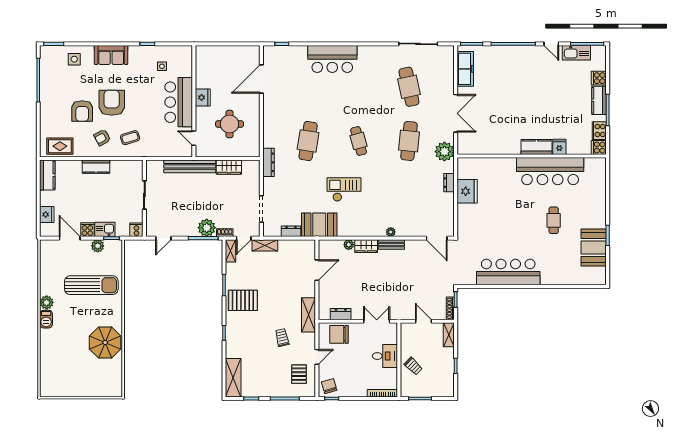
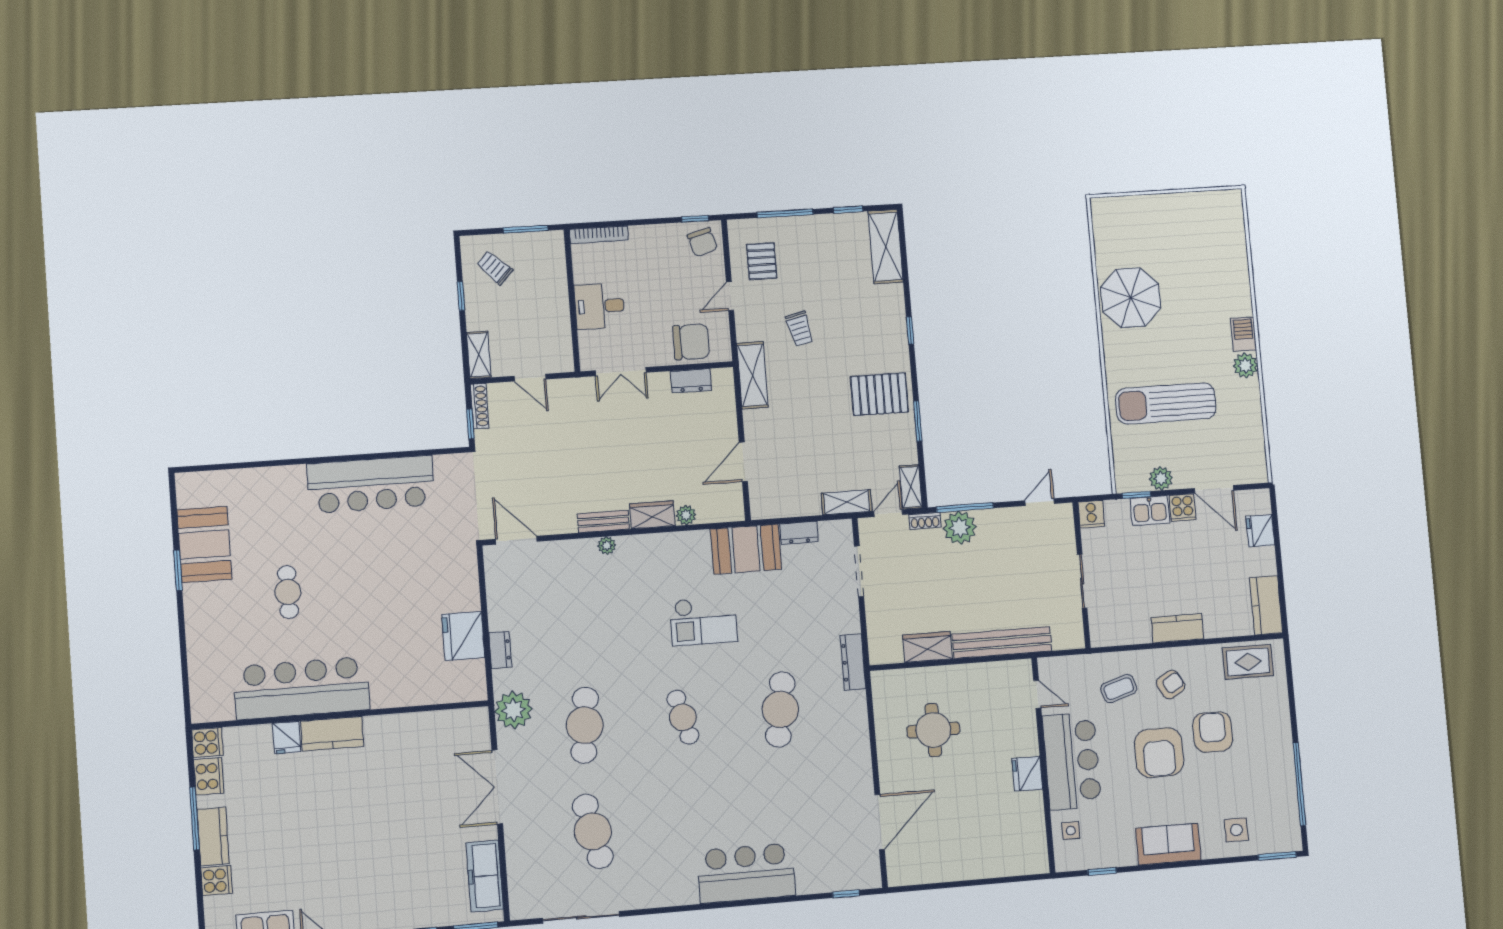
fridge: (203, 97) -> (1027, 774), moved
wall: (194, 101) -> (1043, 765), moved
bar counter: (179, 102) -> (1072, 761), moved
door: (194, 138) -> (1037, 694), moved
trolley: (413, 366) -> (495, 268), moved

